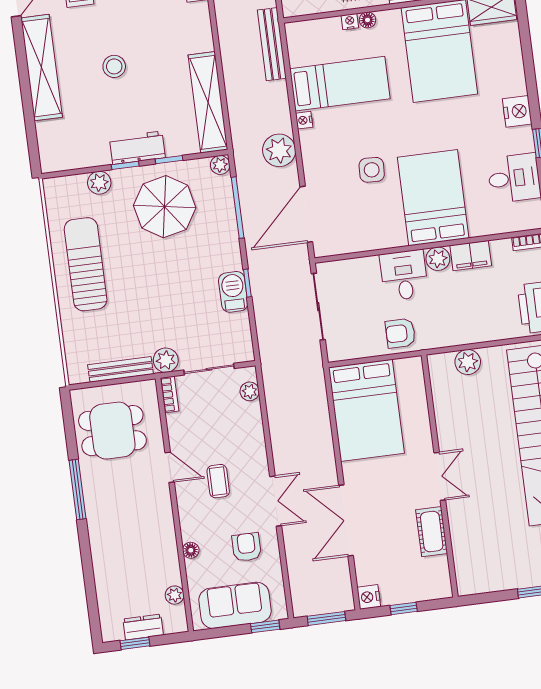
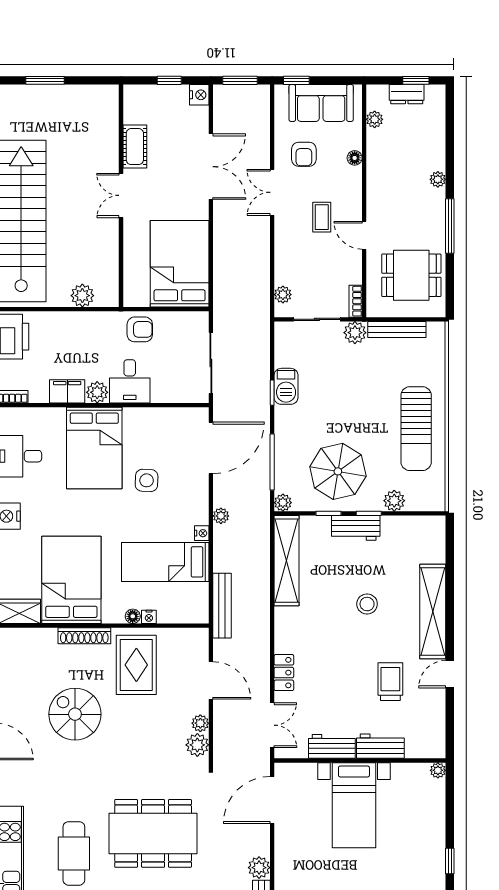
plant: (279, 150) -> (221, 516), width x0.53, depth x0.53
plant: (97, 539) -> (438, 179), added

